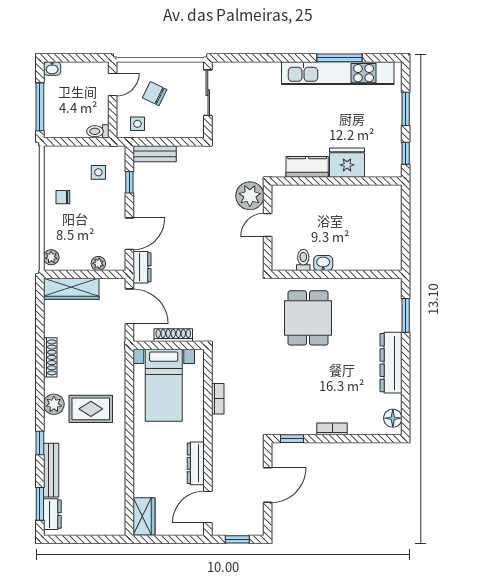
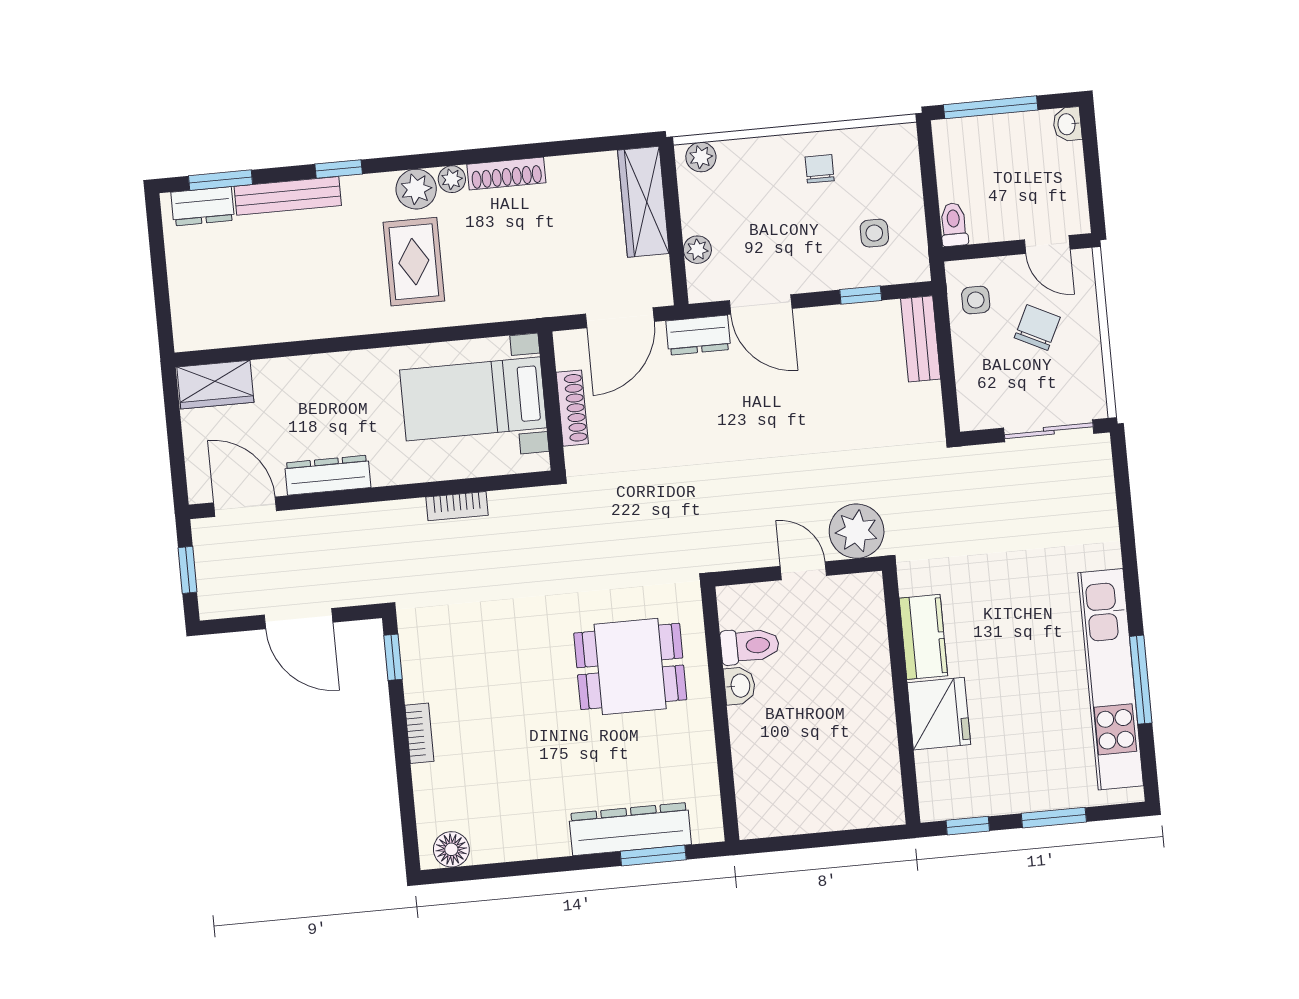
toilet: (303, 260) -> (750, 646), width x1.37, depth x1.39
dresser: (391, 363) -> (630, 829), moved
plant: (50, 386) -> (452, 179), added

